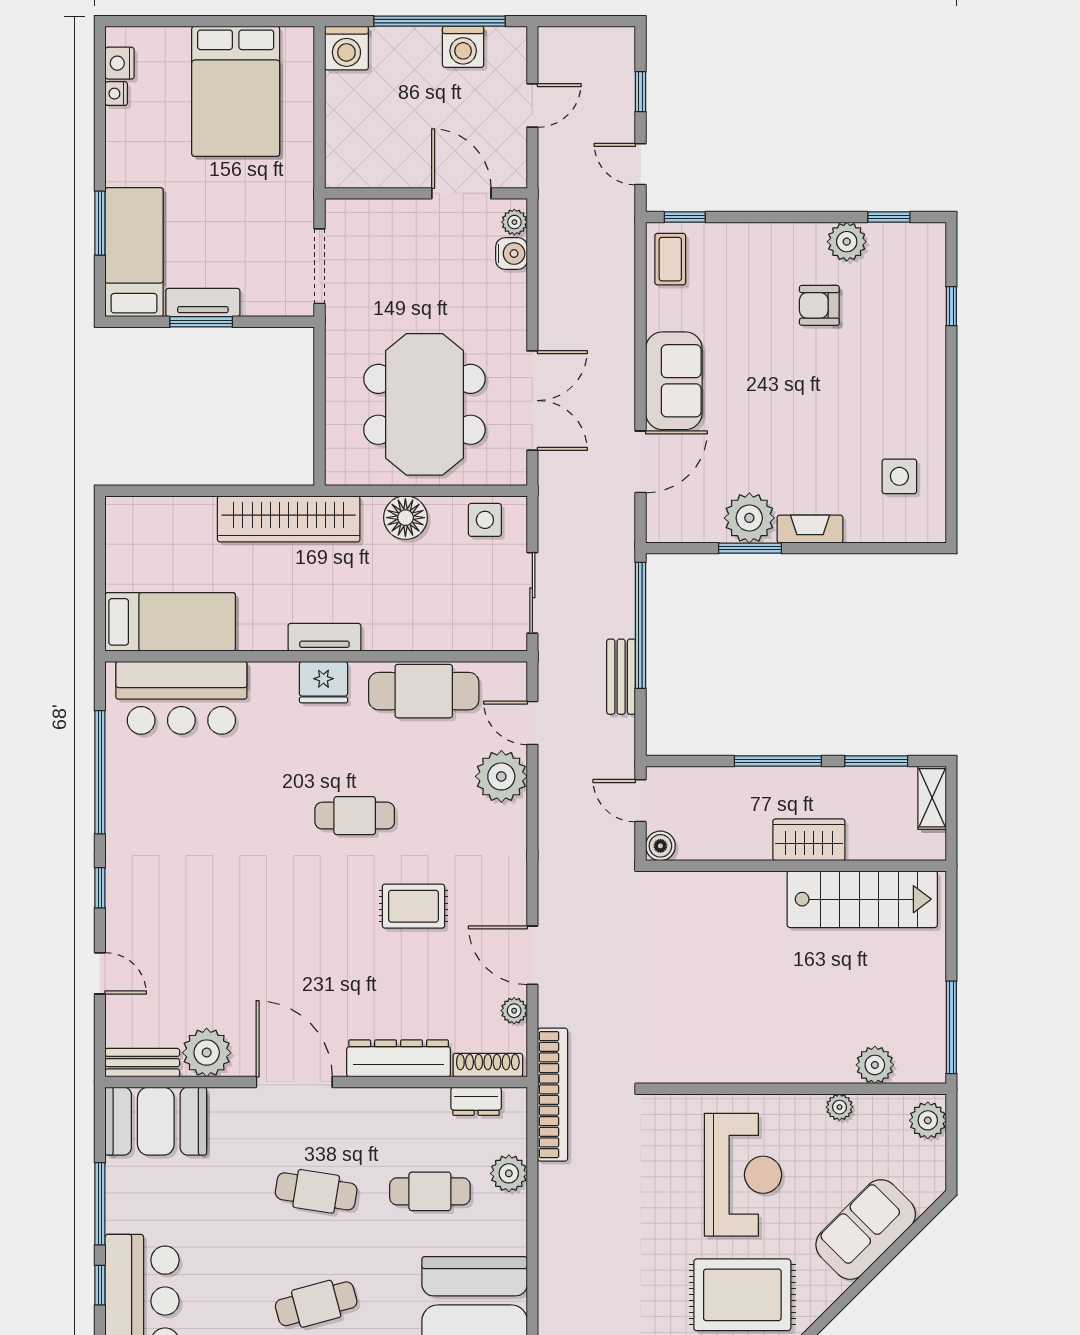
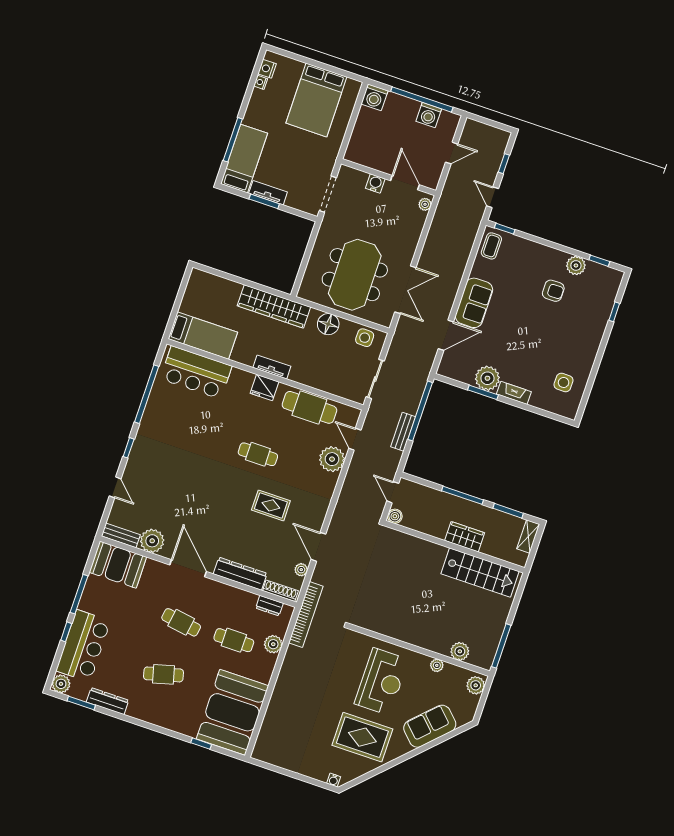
window: (100, 223) -> (233, 140), width x1.44
water cooler: (511, 254) -> (375, 183), moved, turned -90
armchair: (819, 305) -> (553, 291), turned 180

